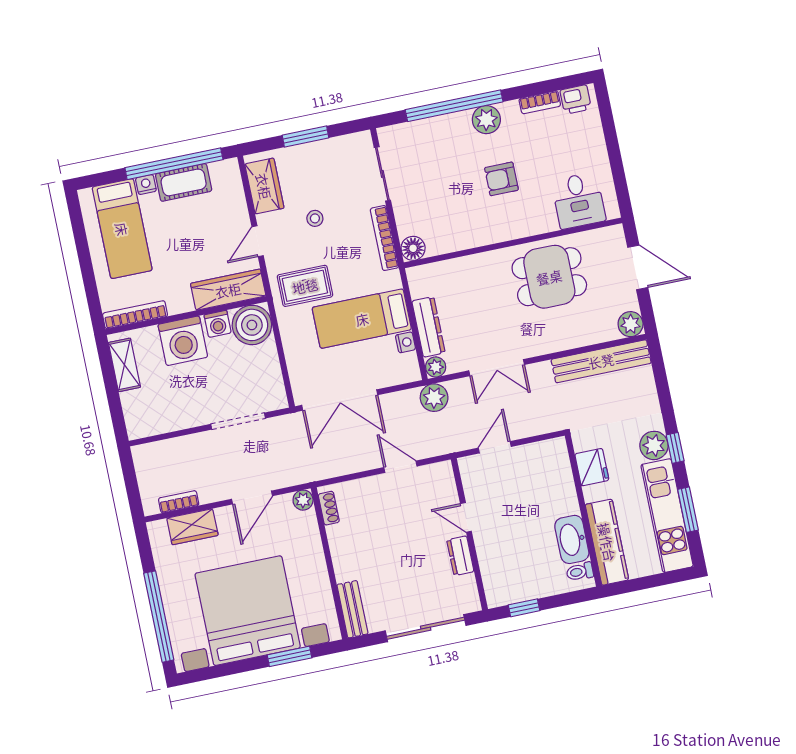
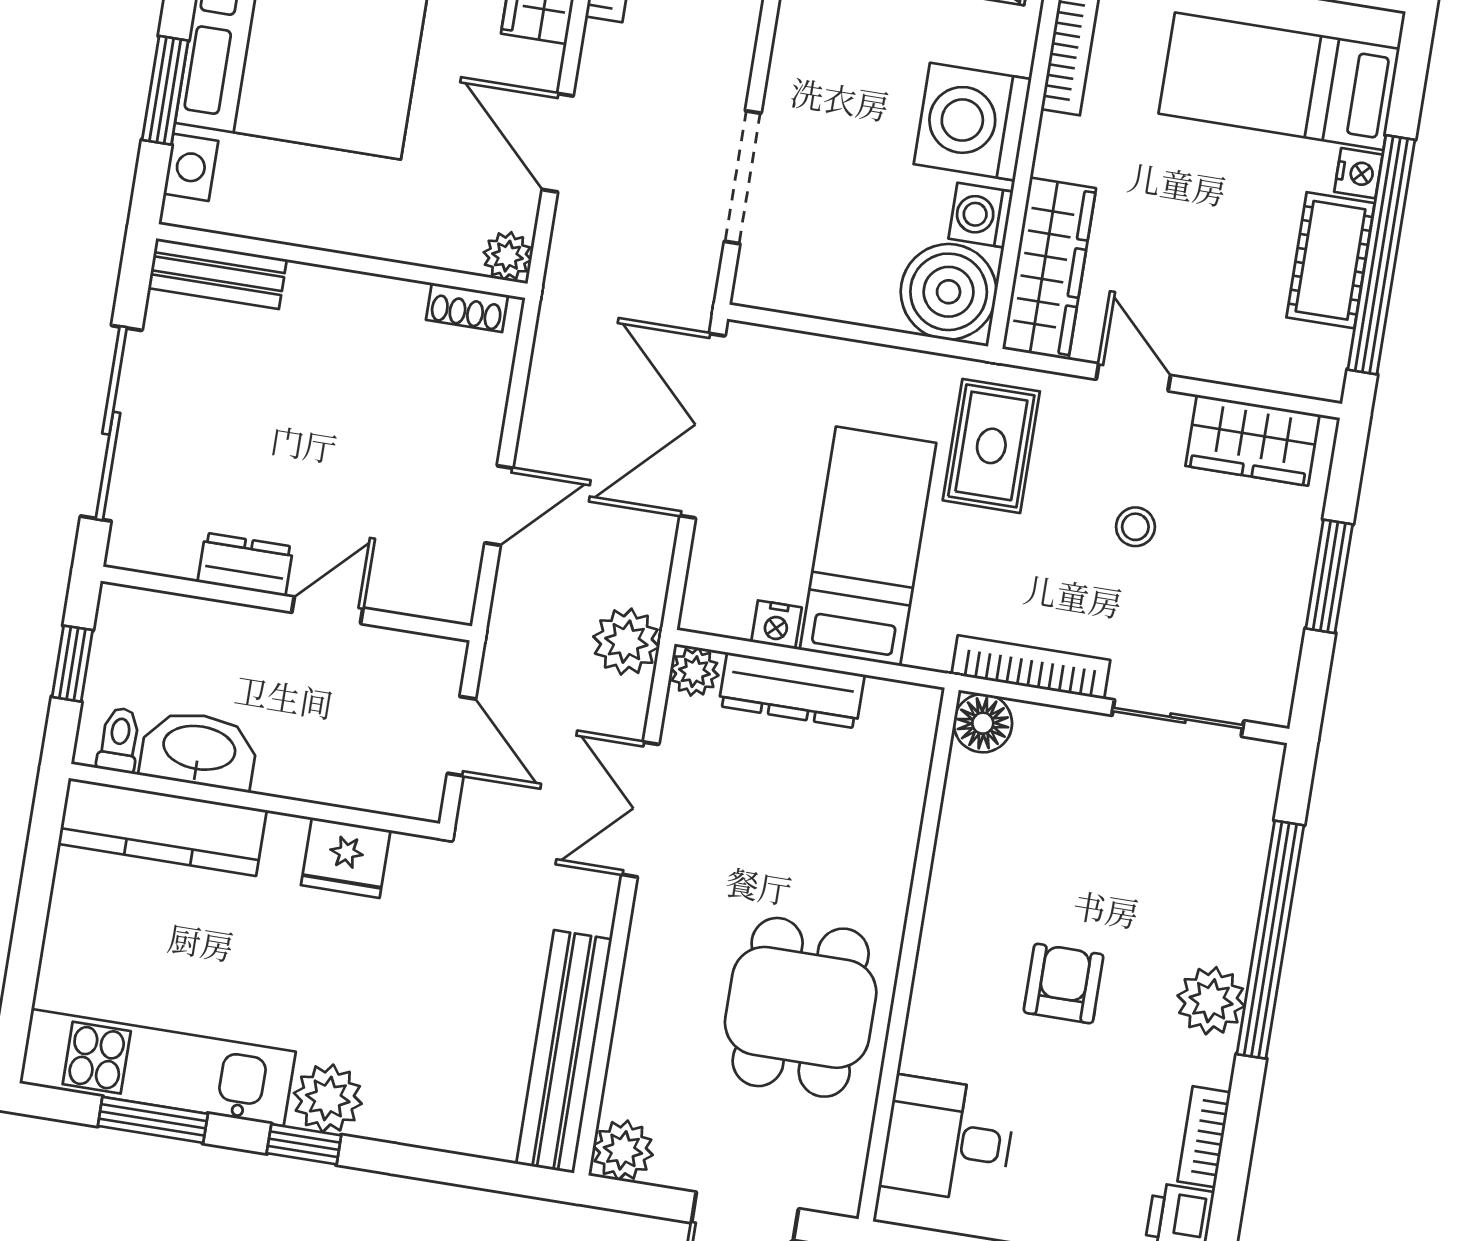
fridge: (592, 467) -> (346, 858), moved
wall: (583, 511) -> (254, 801), moved
washbasin: (572, 539) -> (199, 750), moved
kitchen counter: (607, 542) -> (162, 827), moved
toilet: (580, 572) -> (119, 740), moved

